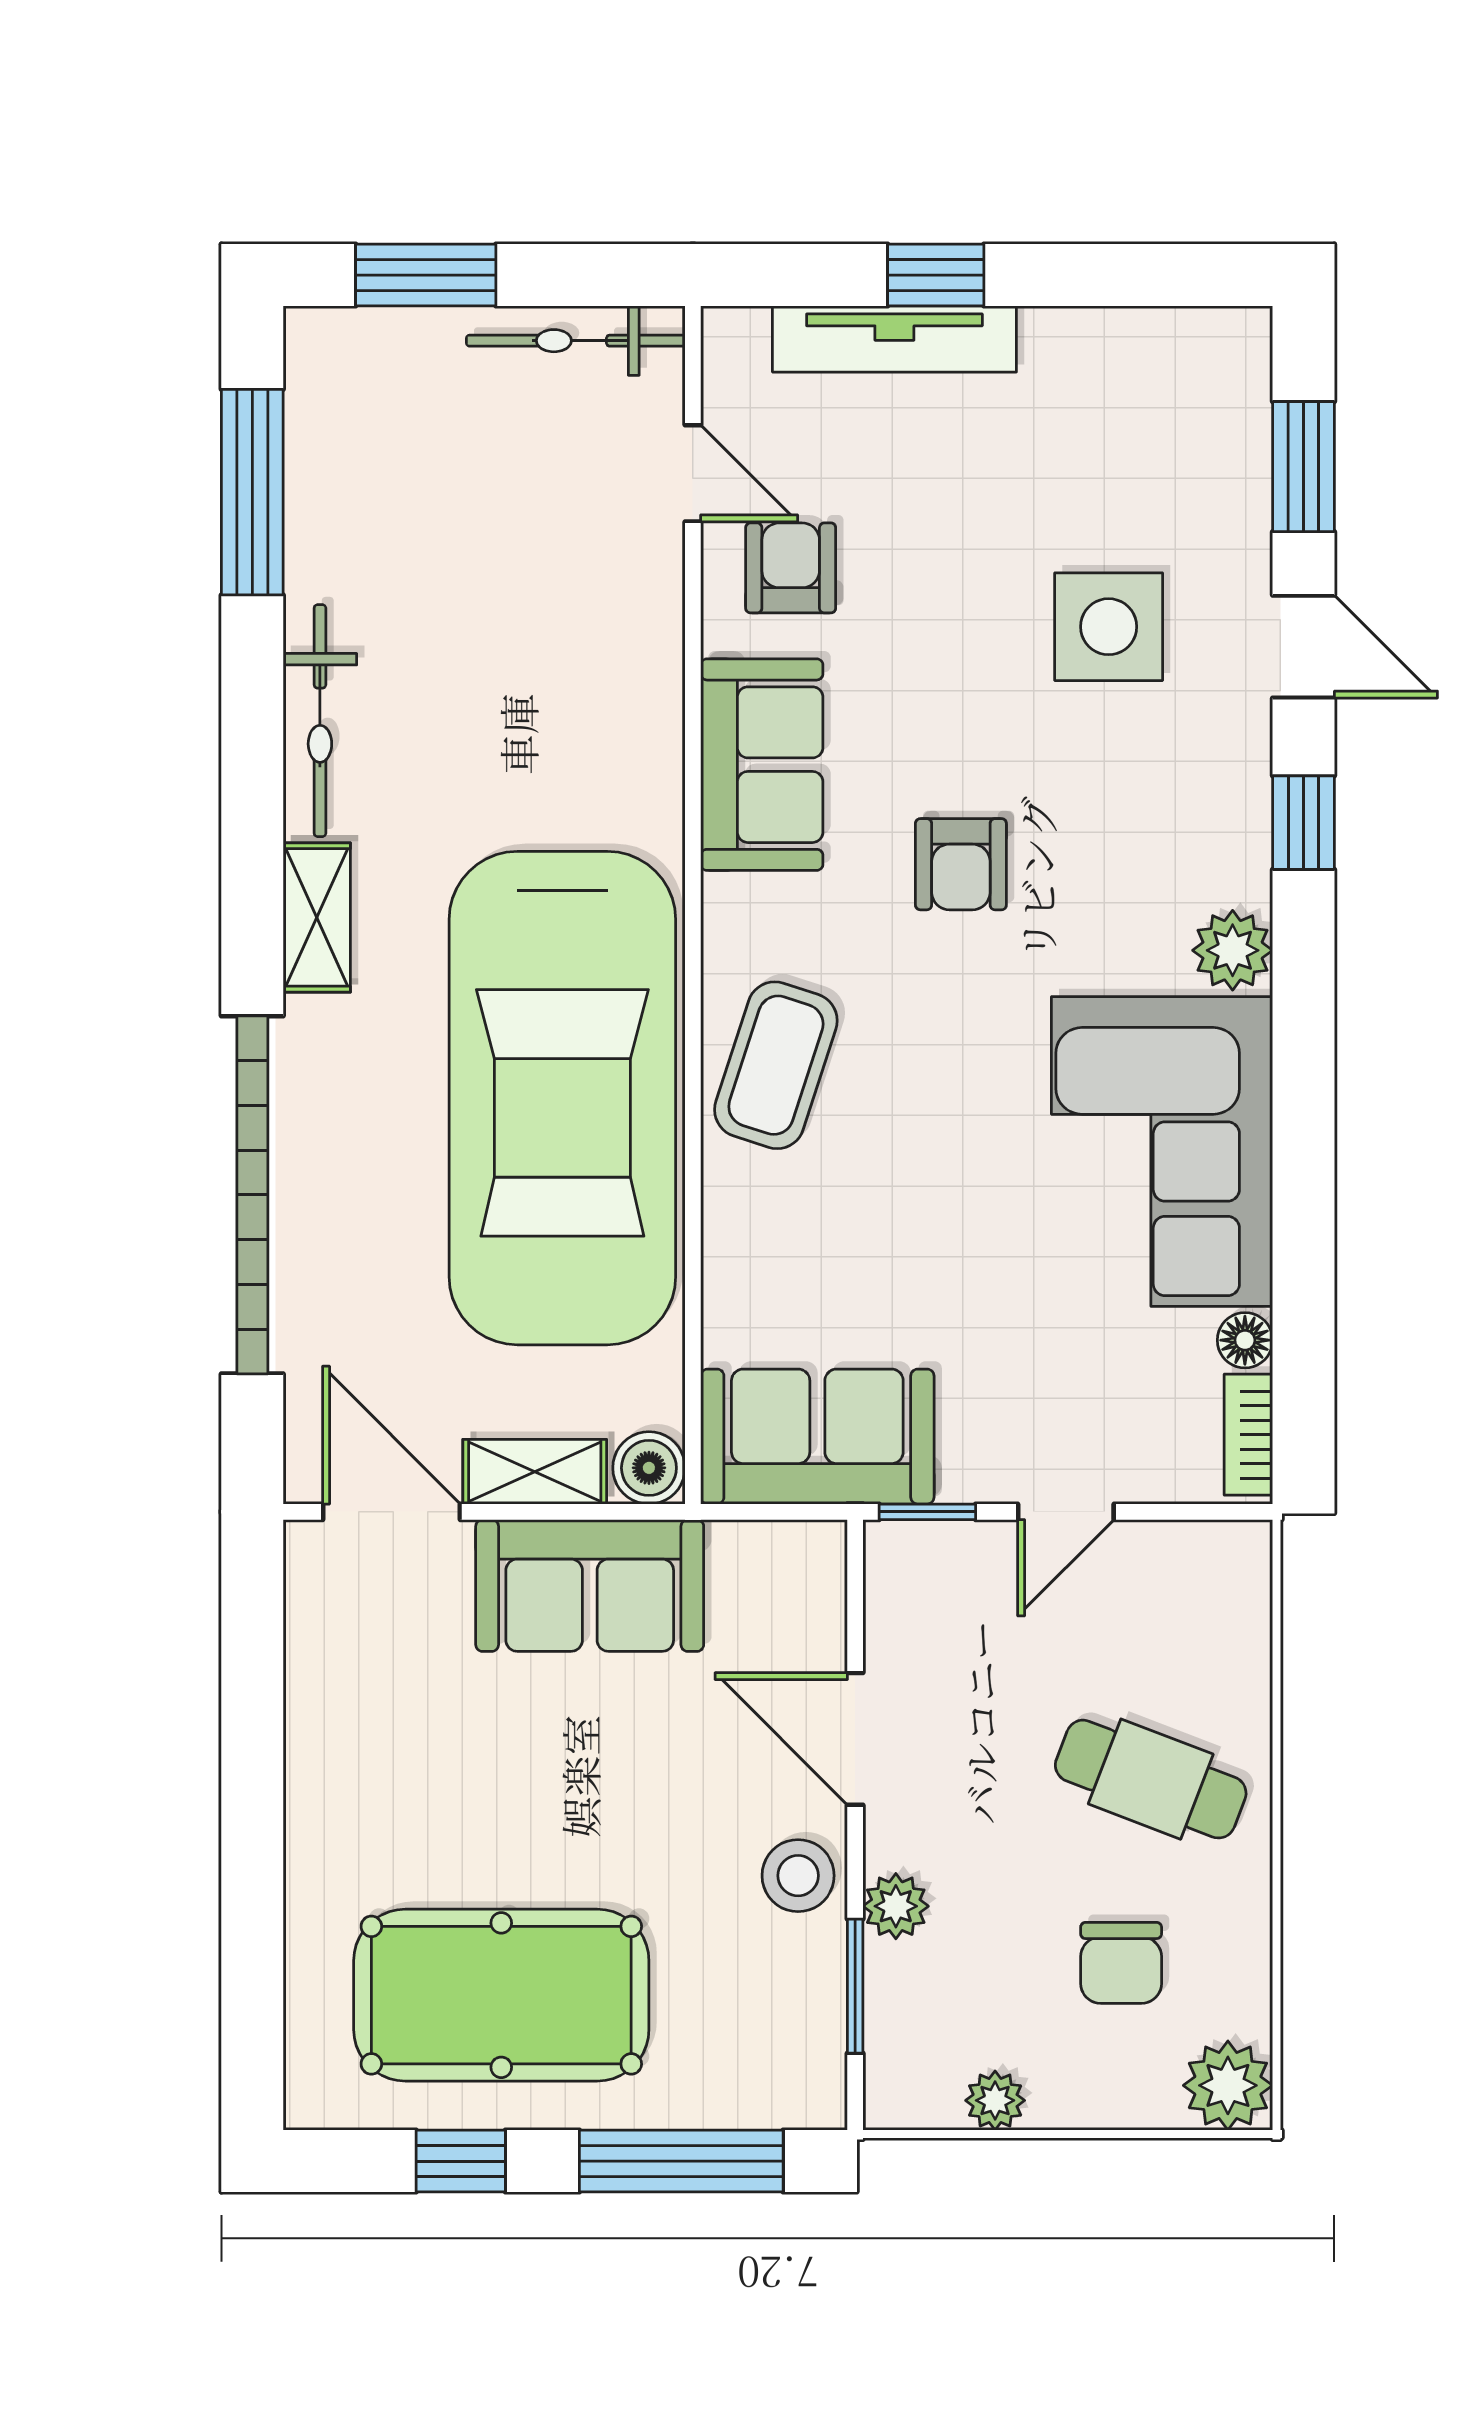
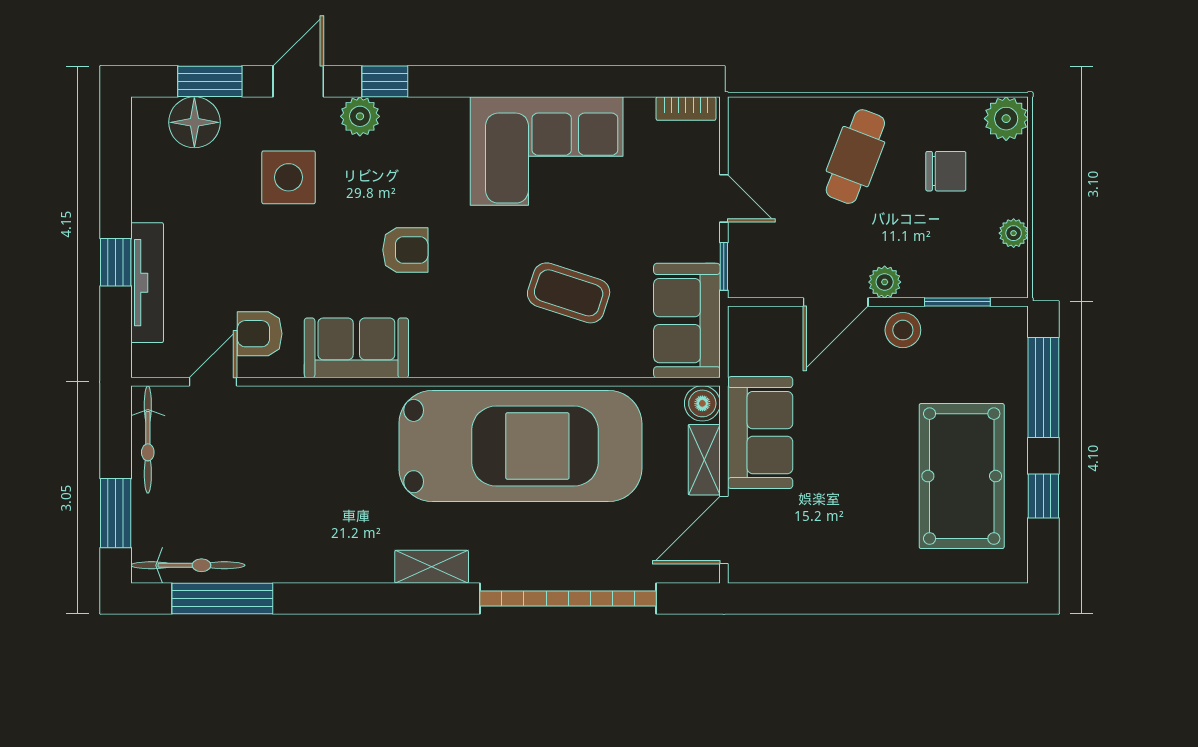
bicycle: (320, 721) -> (188, 565), moved
plant: (1233, 950) -> (360, 116), moved
coffee table: (776, 1065) -> (569, 293), moved
floor lamp: (1245, 1340) -> (194, 122), moved, width x1.89, depth x1.89
plant: (896, 1906) -> (885, 282), moved

